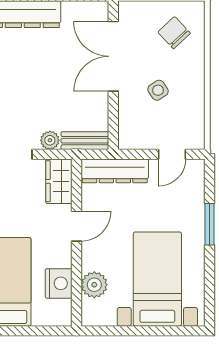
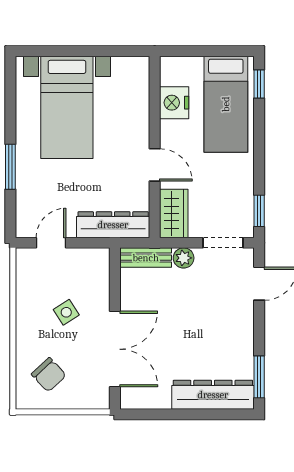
door: (77, 226) -> (155, 165), swing flipped
plant: (94, 285) -> (135, 101), removed

